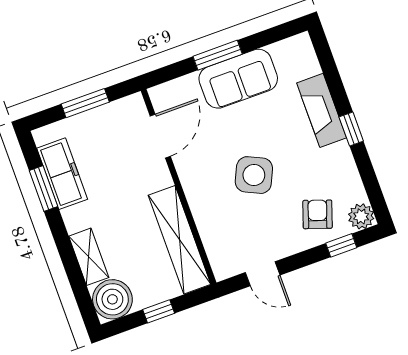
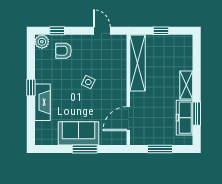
side table: (254, 175) -> (88, 82), width x0.54, depth x0.54
armchair: (317, 214) -> (63, 51), turned 71
shelving: (89, 257) -> (186, 85), moved
boiler: (112, 299) -> (182, 45), removed

